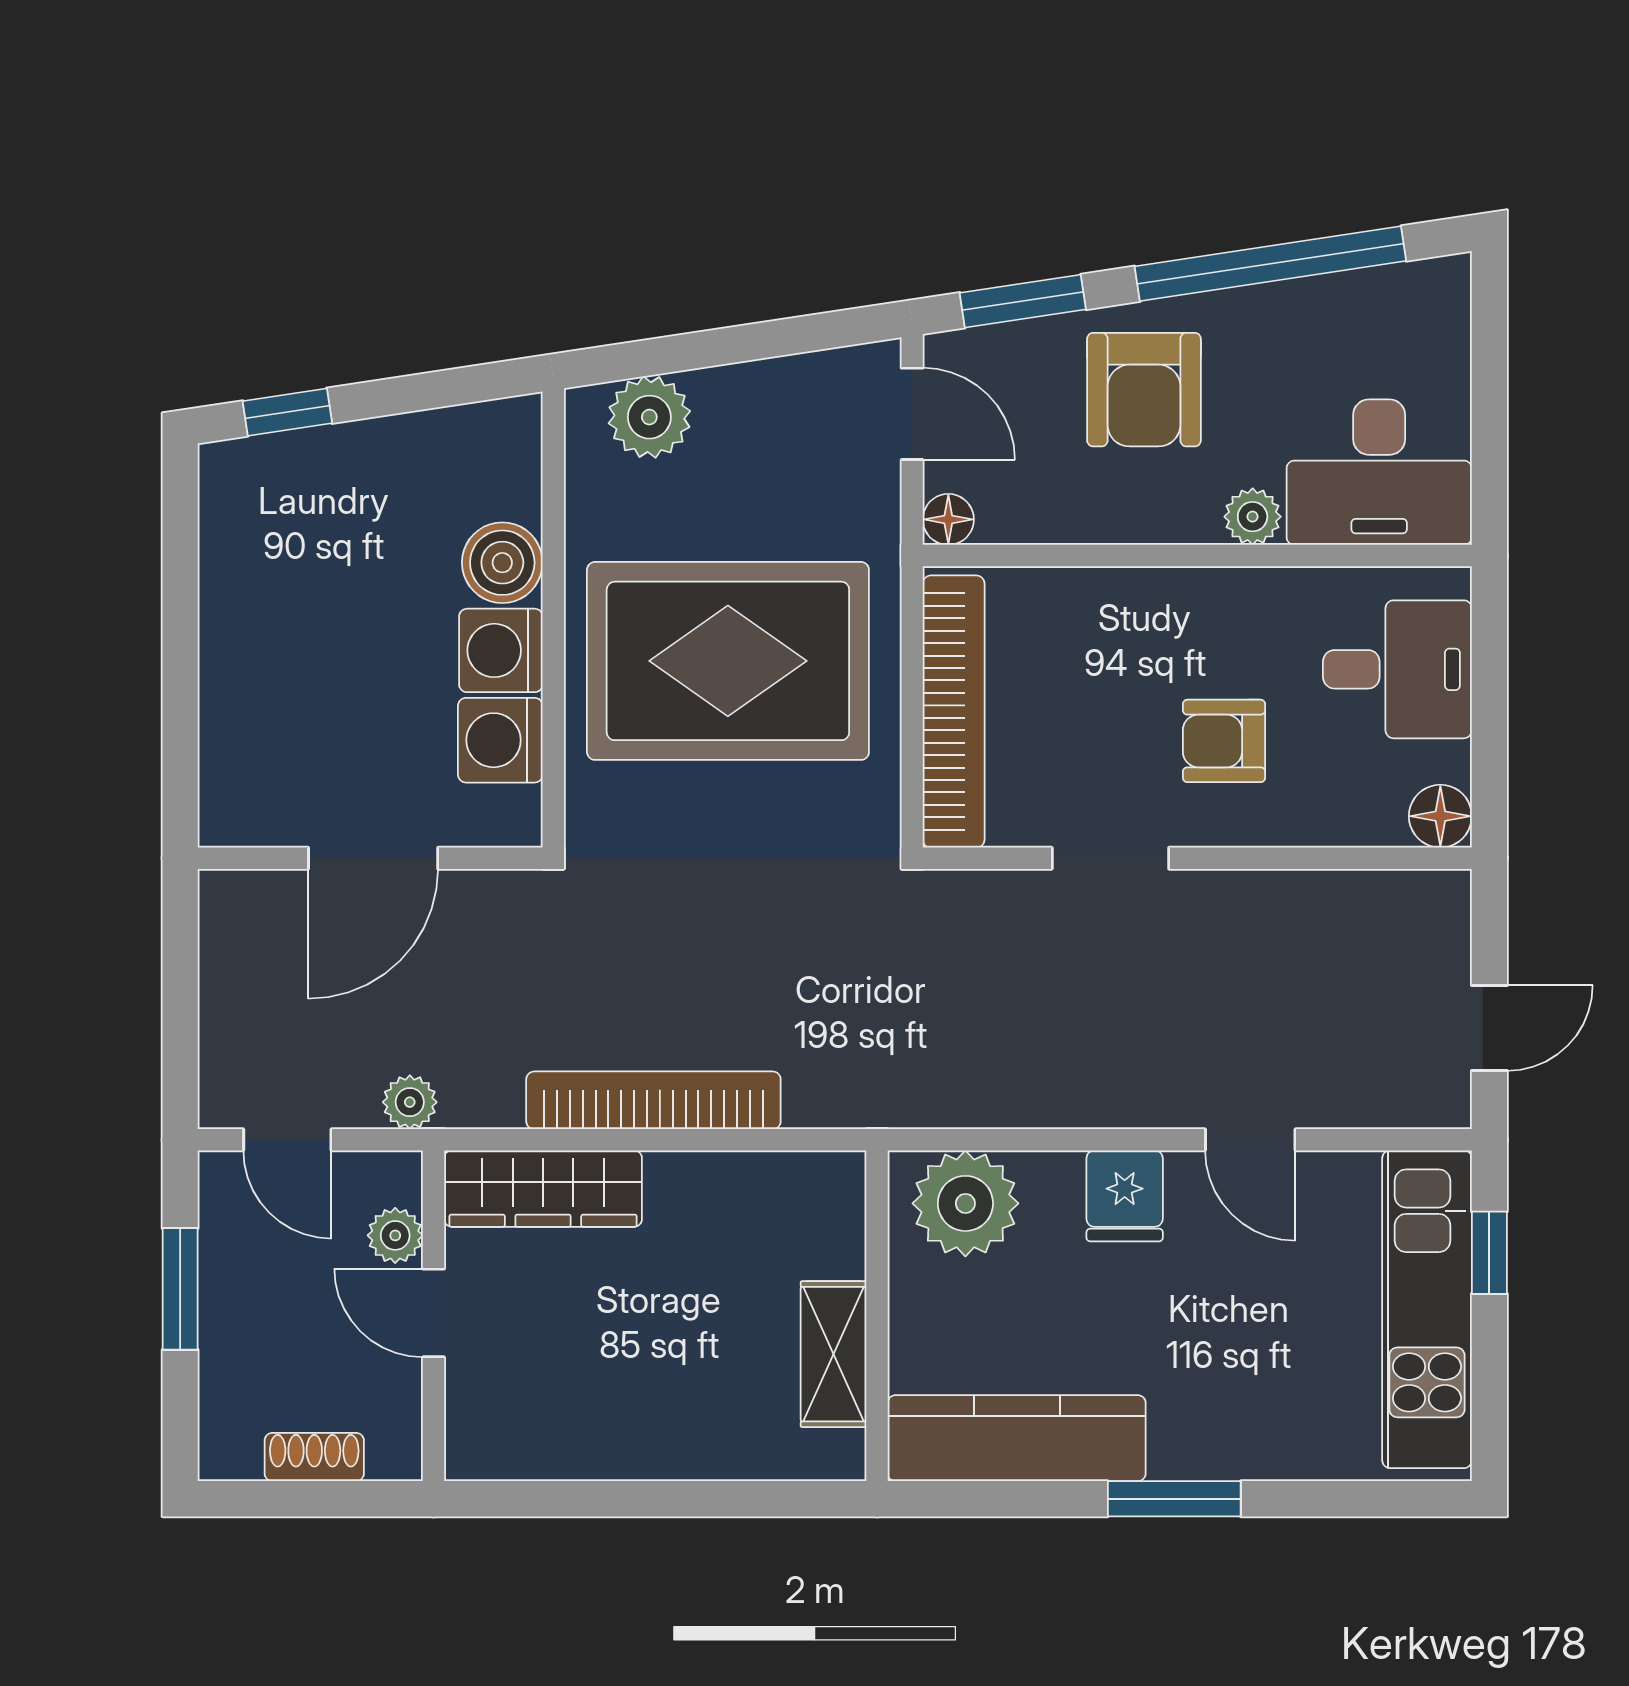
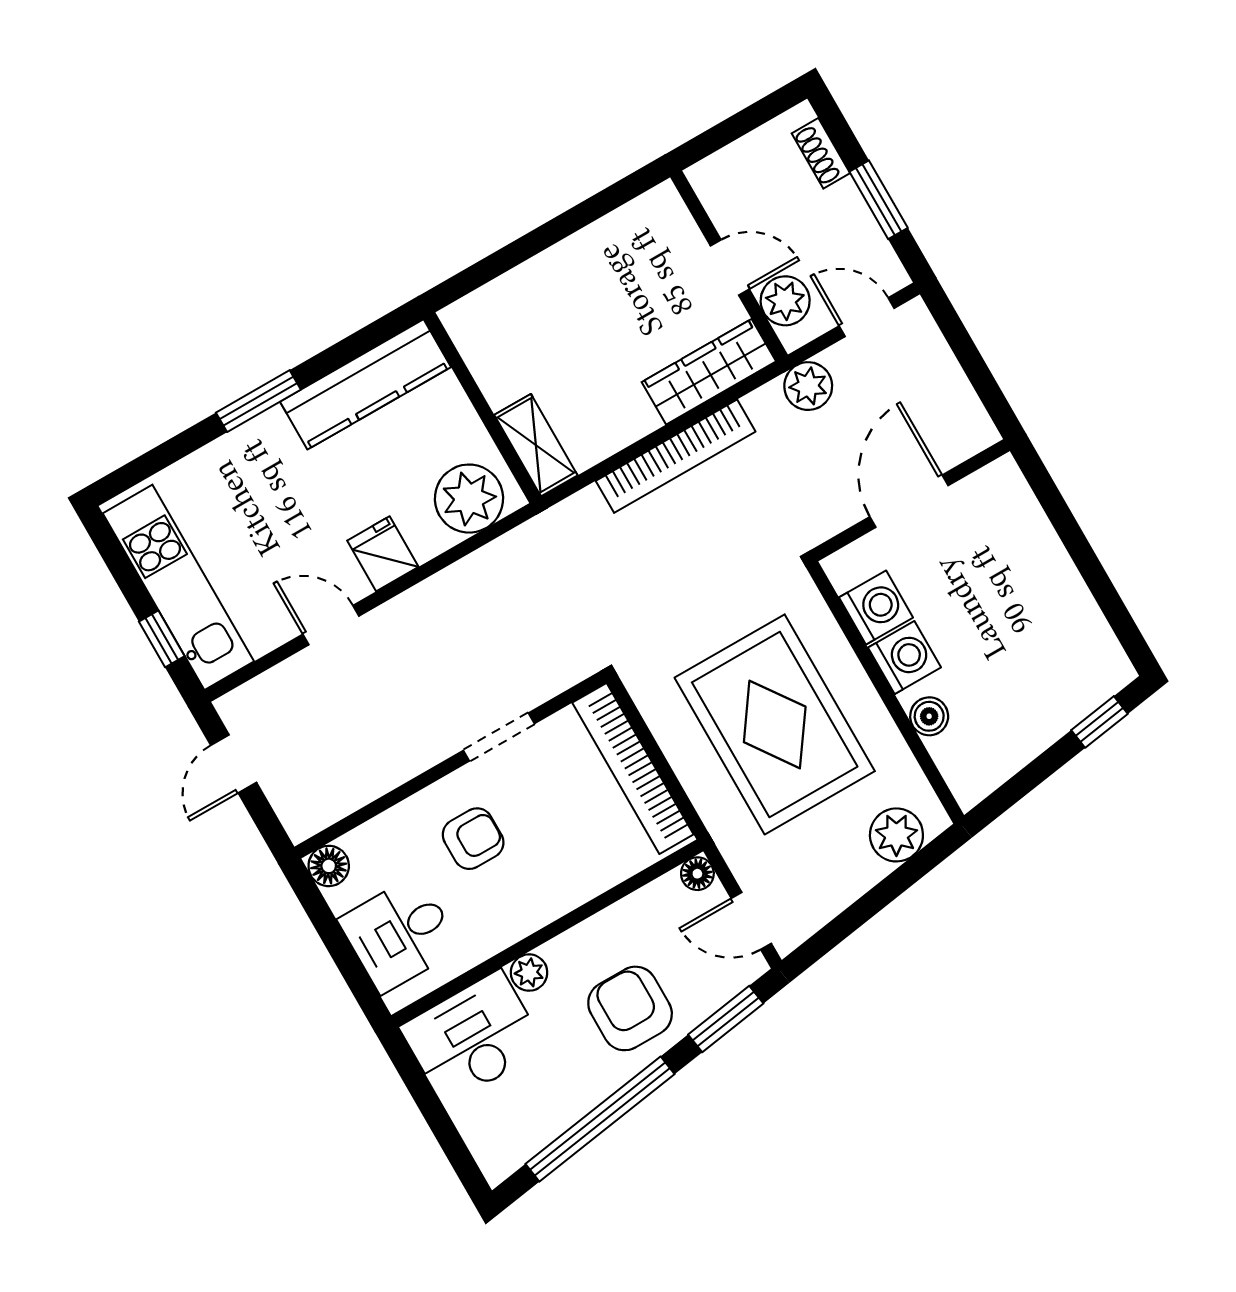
boiler: (502, 563) -> (929, 716), width x0.73, depth x0.73
rug: (728, 661) -> (775, 724), turned 90
plant: (410, 1102) -> (808, 386), width x1.38, depth x1.38
plant: (395, 1235) -> (785, 301), width x1.38, depth x1.38
shelving: (834, 1354) -> (536, 445), moved
shoe rack: (314, 1457) -> (821, 153), moved, turned 90

